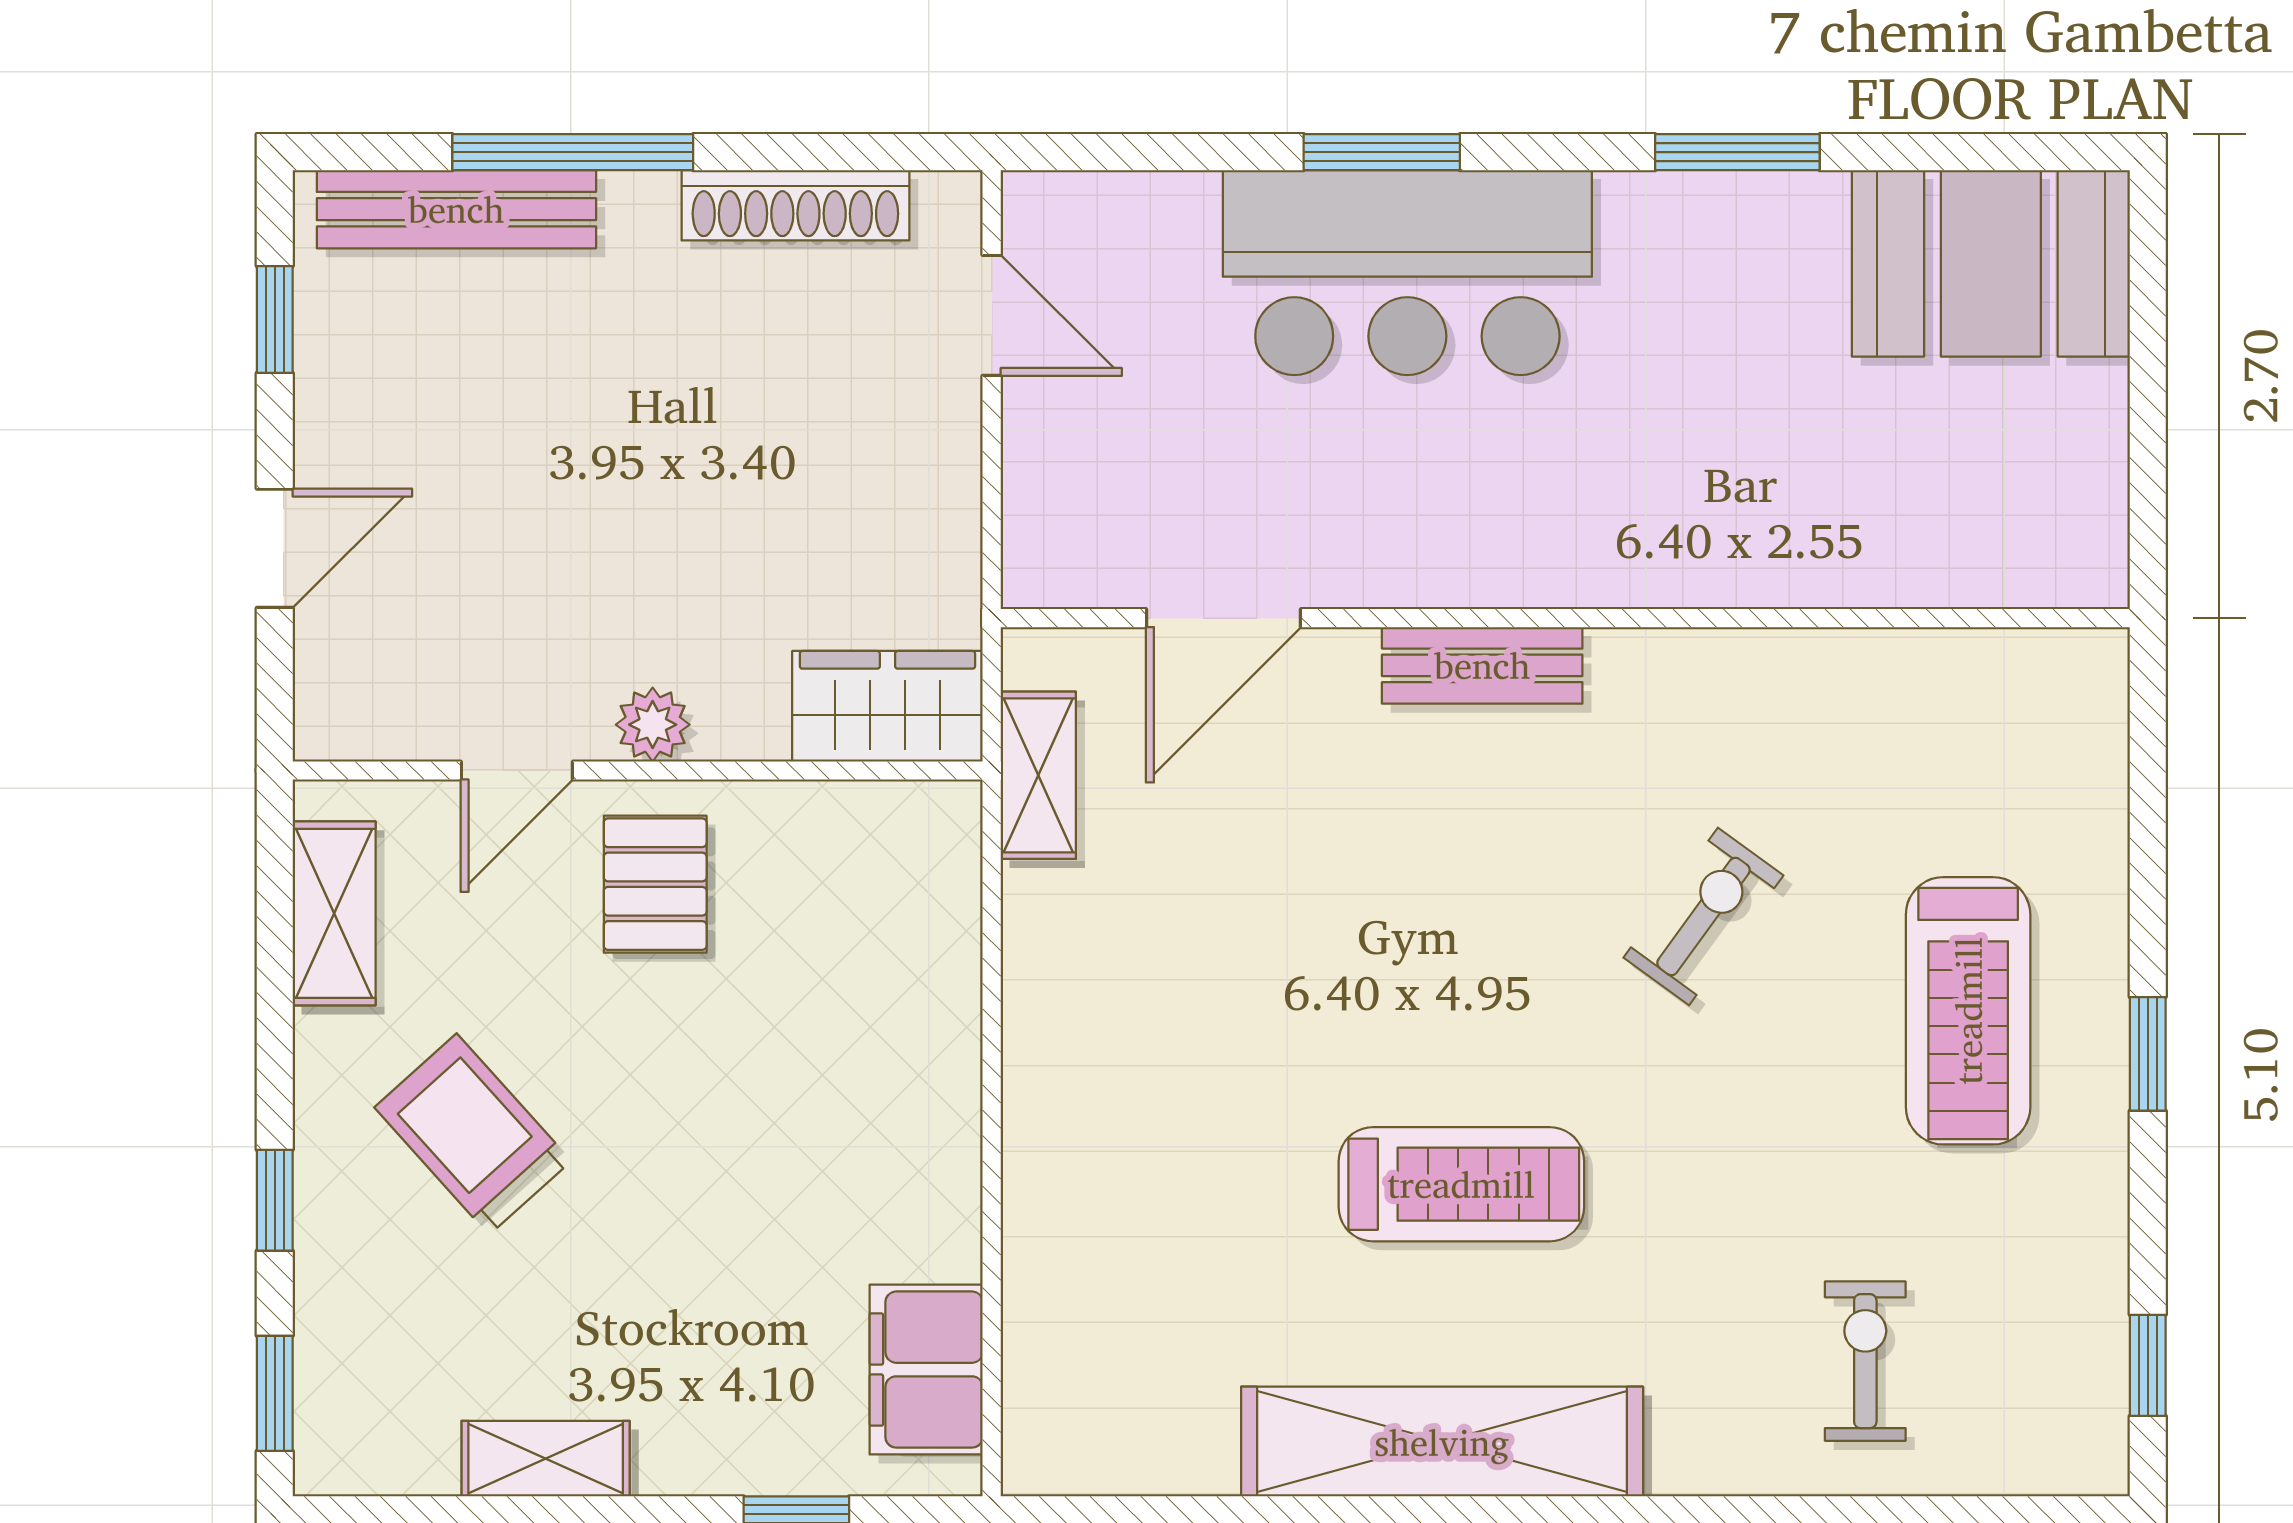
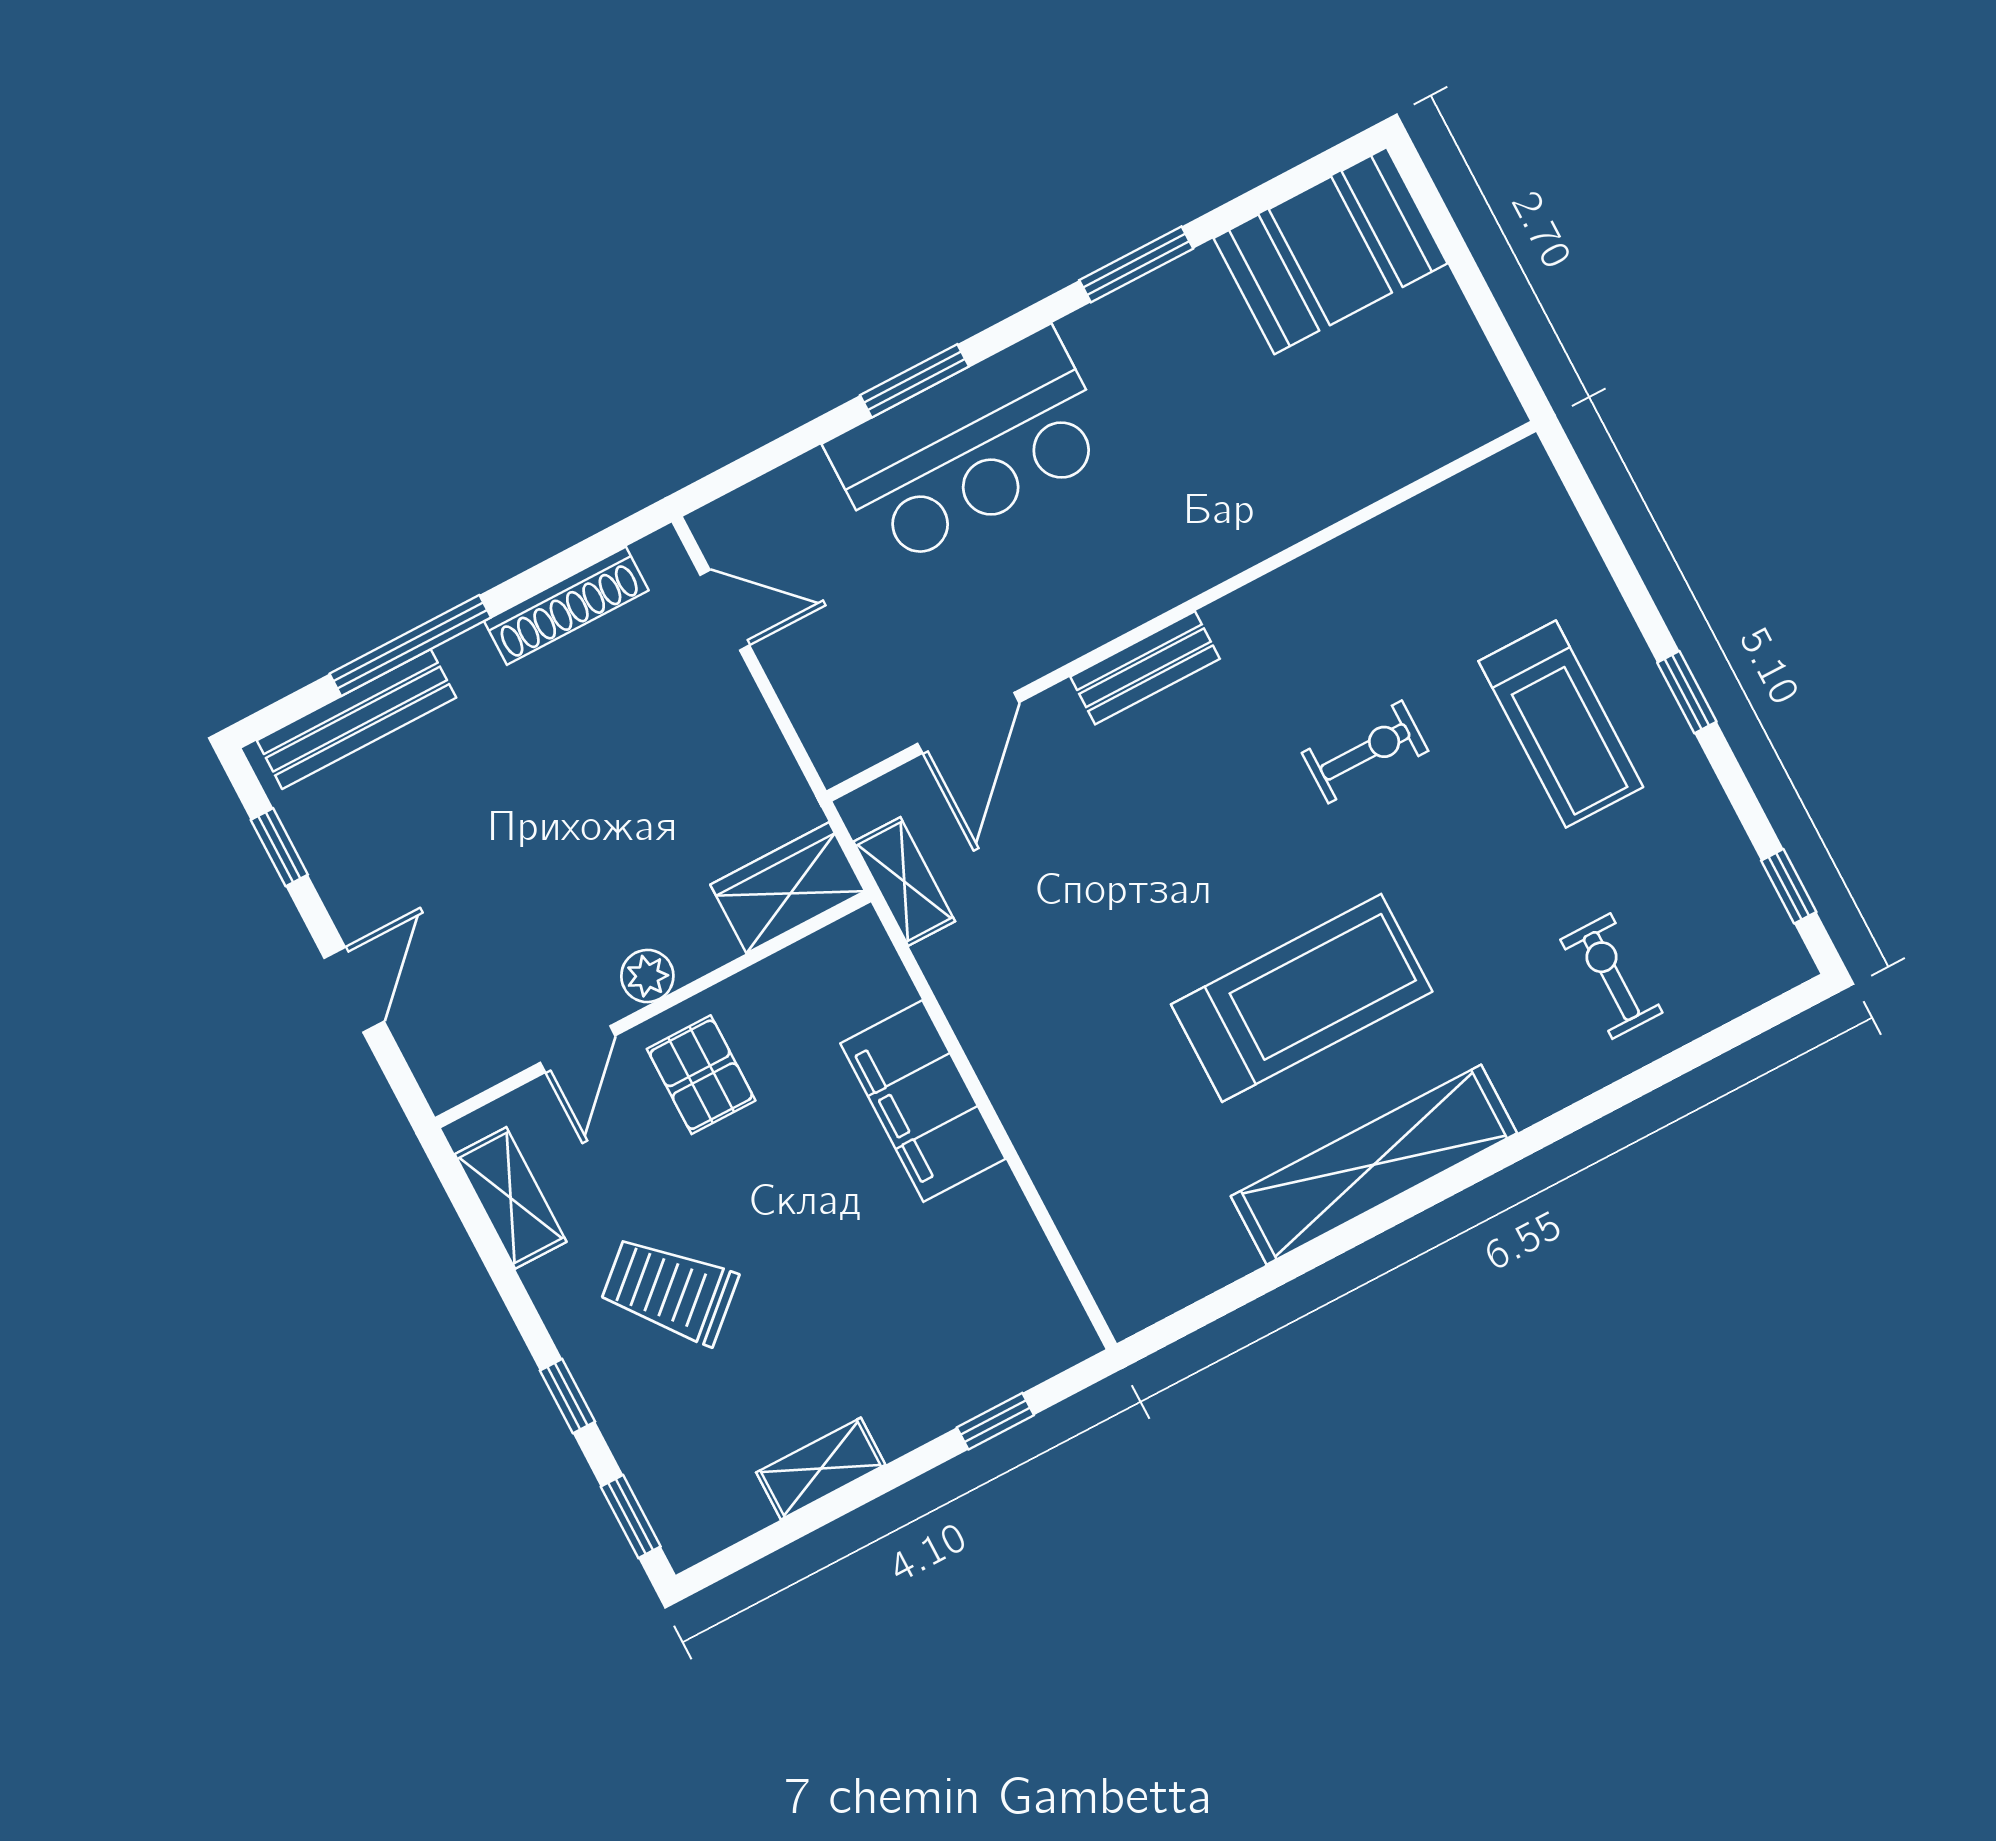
exercise bike: (1703, 917) -> (1365, 752), turned 54
treadmill: (1461, 1184) -> (1302, 998), width x1.37, depth x1.38
filing cabinet: (926, 1370) -> (923, 1101), moved, width x1.50, depth x1.17

